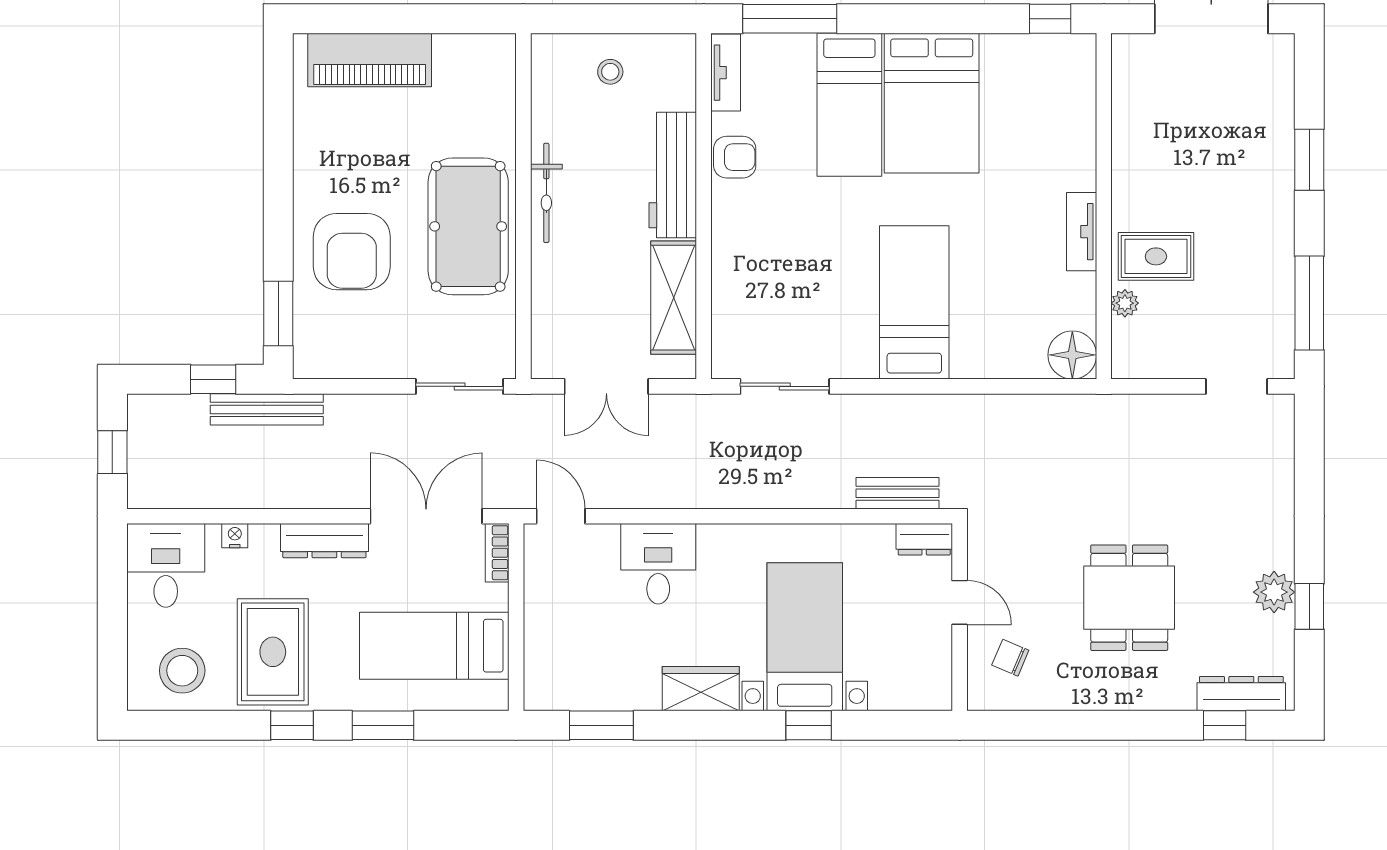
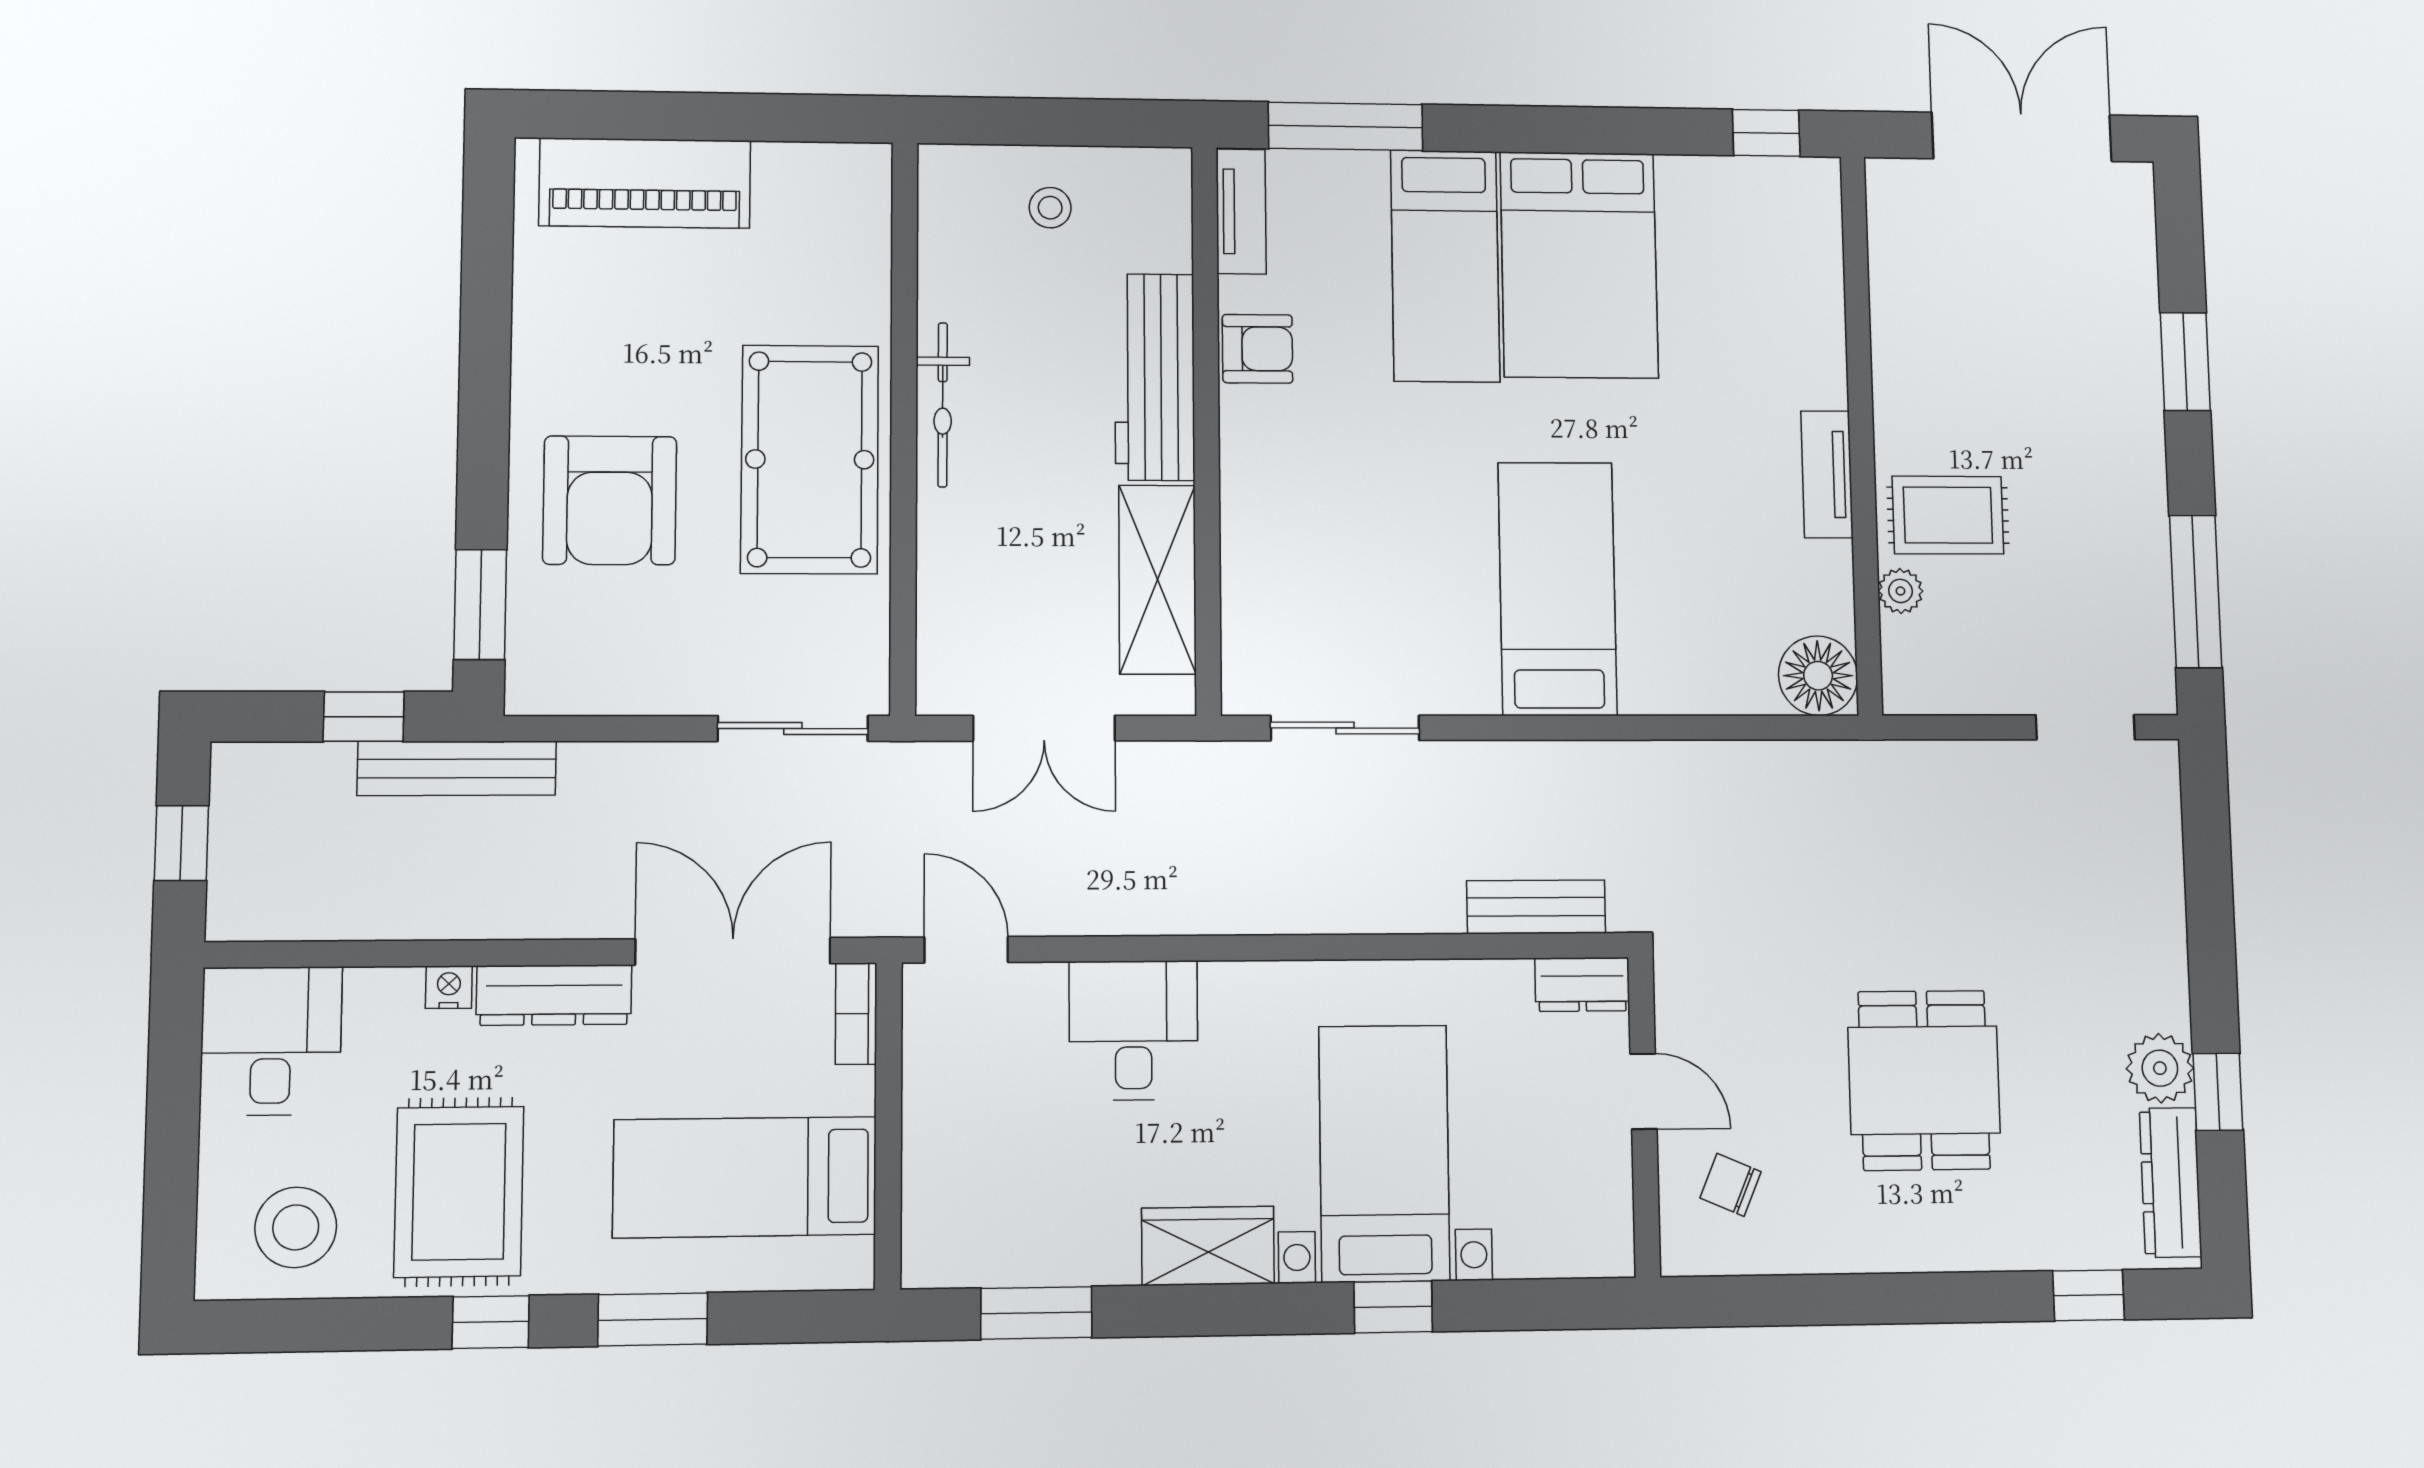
nightstand: (235, 536) -> (449, 987), moved
dresser: (1241, 694) -> (2170, 1182), moved, turned -90

